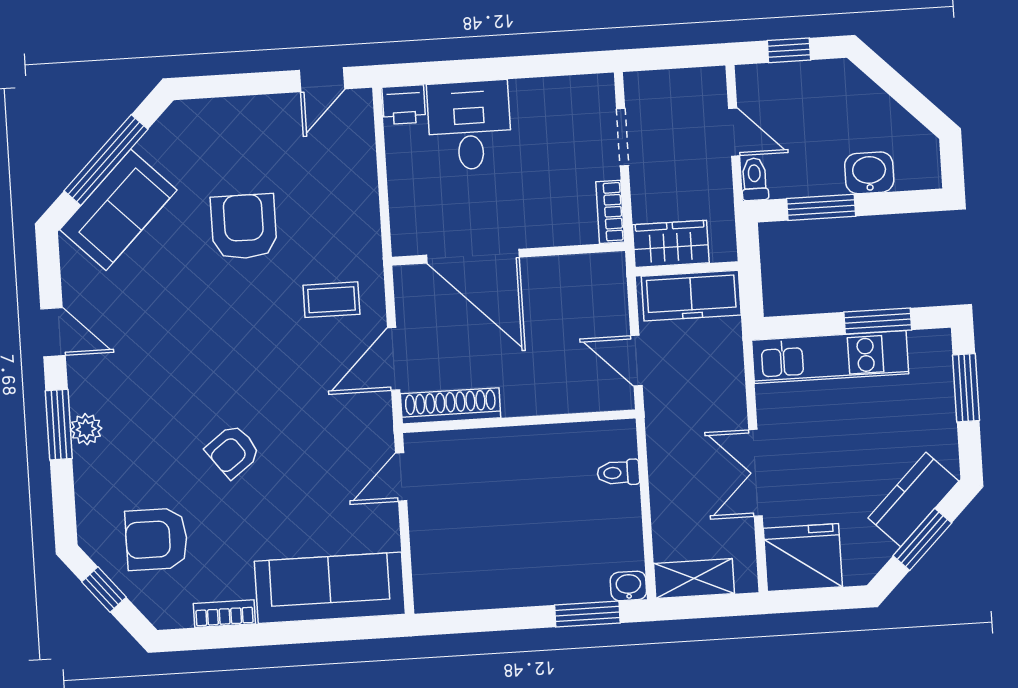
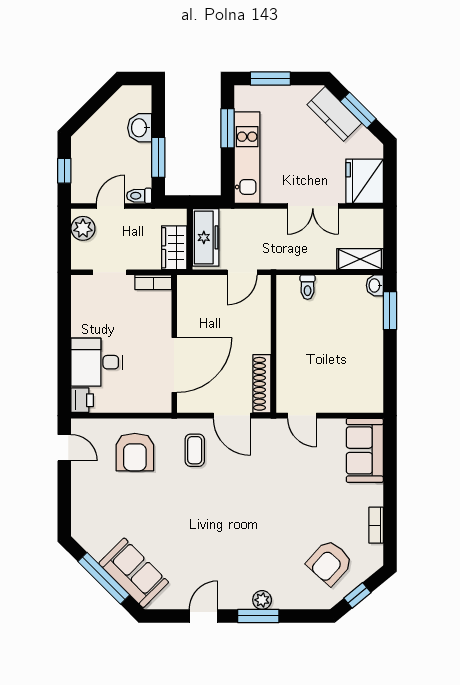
plant: (694, 88) -> (83, 228), added
armchair: (244, 227) -> (135, 452), moved, turned -90
armchair: (233, 451) -> (281, 514), removed
armchair: (156, 539) -> (330, 563), turned 42
shelving: (694, 578) -> (360, 259), moved, turned 90
sofa: (330, 588) -> (365, 450), width x0.73

